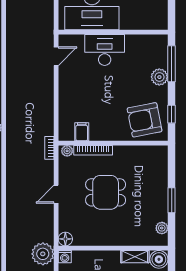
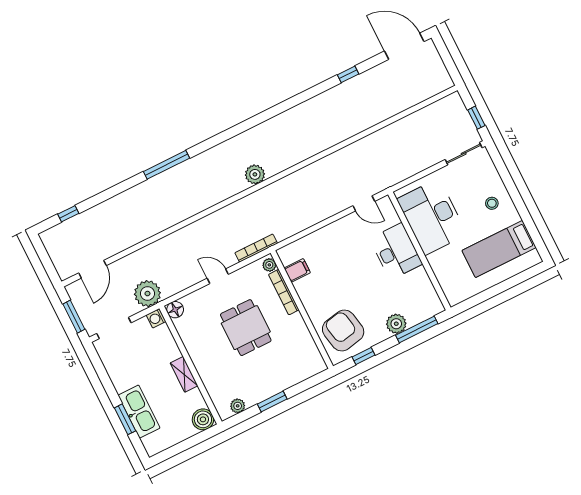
bookcase: (49, 148) -> (256, 248), width x1.56
shelving: (135, 257) -> (184, 374), moved

